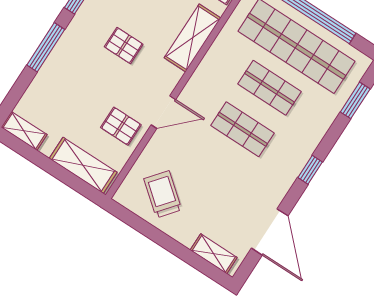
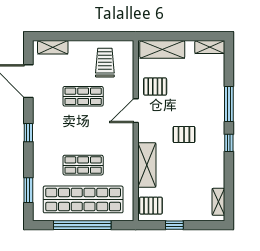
shop shelf: (243, 129) -> (83, 96), moved
trolley: (163, 194) -> (105, 63), turned -129

